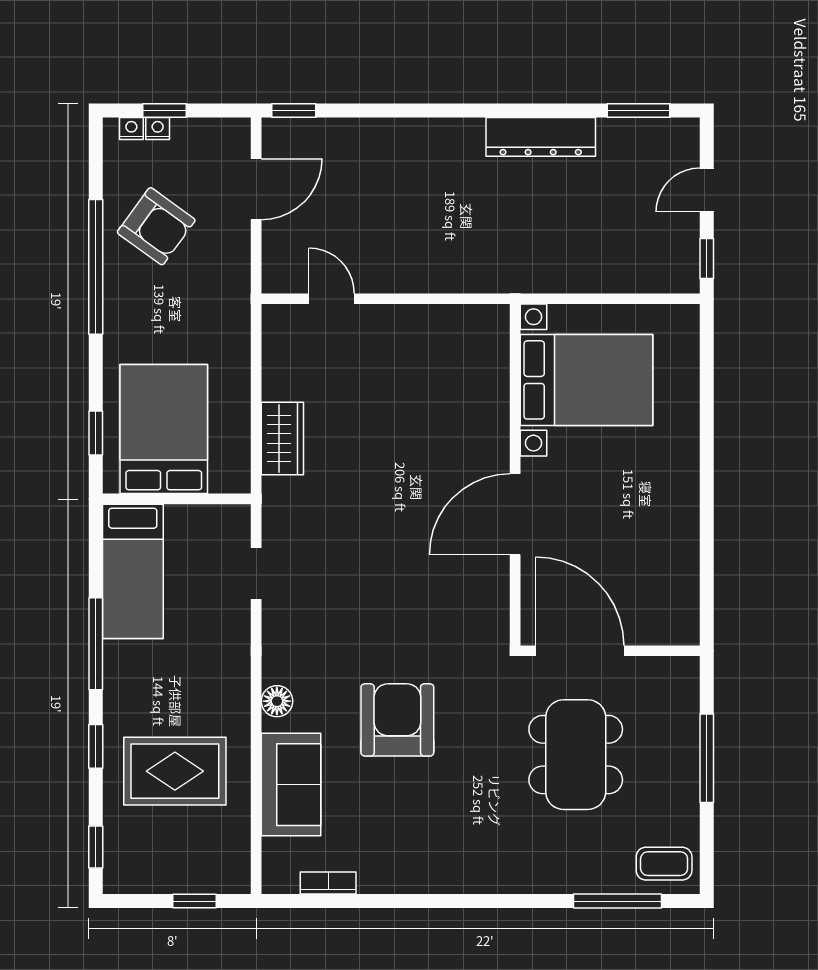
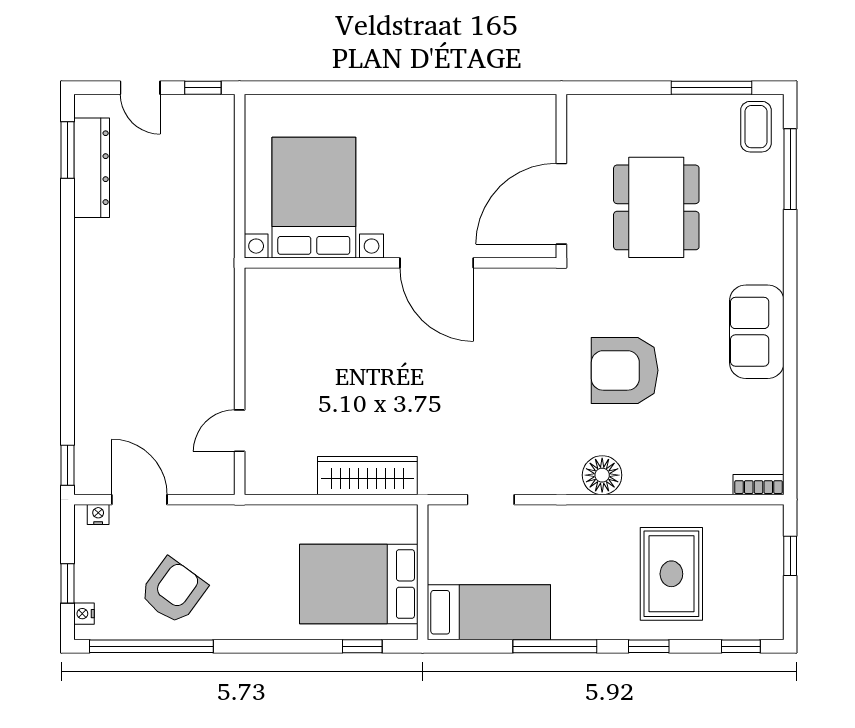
nightstand: (158, 129) -> (98, 514), moved, turned 90
dresser: (541, 137) -> (92, 168), moved
window: (96, 267) -> (151, 646), moved
wardrobe: (282, 439) -> (367, 476), width x1.50
floor lamp: (277, 701) -> (602, 475), width x1.38, depth x1.38
dining table: (576, 755) -> (656, 207), turned 90
window: (707, 758) -> (711, 88), moved
sofa: (291, 785) -> (757, 332), moved, turned -90
bookcase: (328, 883) -> (759, 485), moved, turned 90

